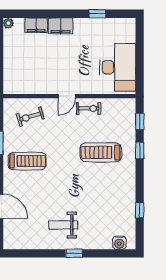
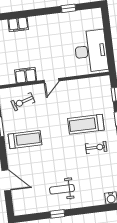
filing cabinet: (61, 26) -> (26, 75), moved, turned 180
exercise bike: (89, 108) -> (96, 147), moved
window: (74, 253) -> (57, 214), moved

